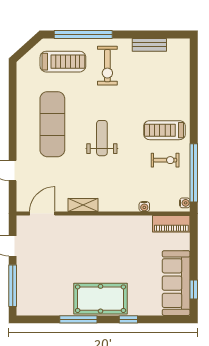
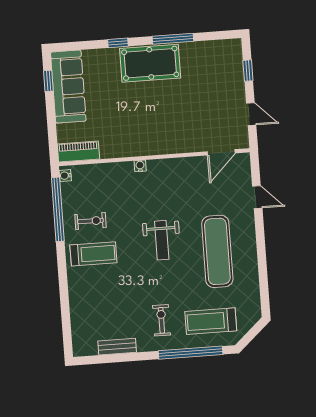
exercise bike: (107, 66) -> (161, 320), width x0.73, depth x0.72
exercise bike: (165, 160) -> (90, 221), turned 180
shelving: (83, 205) -> (177, 165), removed
water cooler: (144, 207) -> (140, 166), moved
window: (13, 286) -> (248, 71), width x0.46

